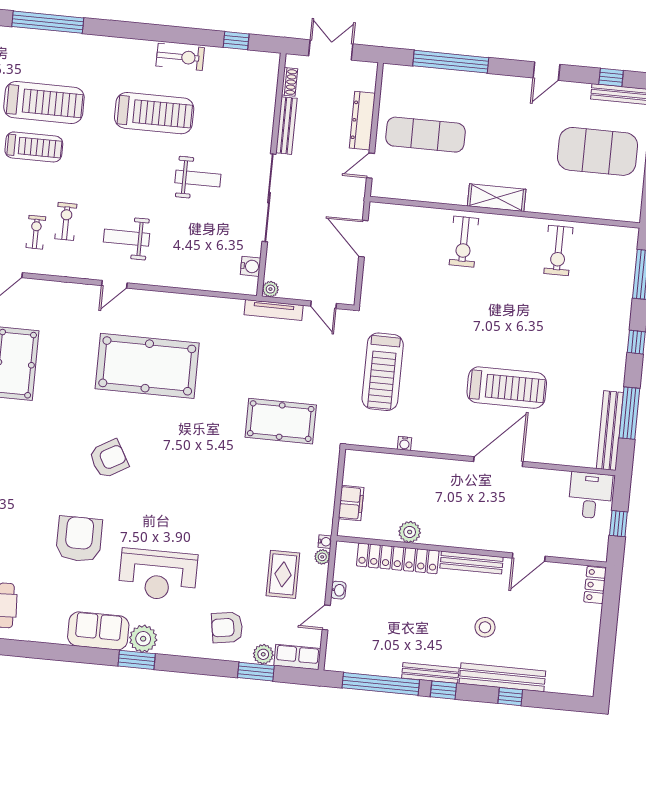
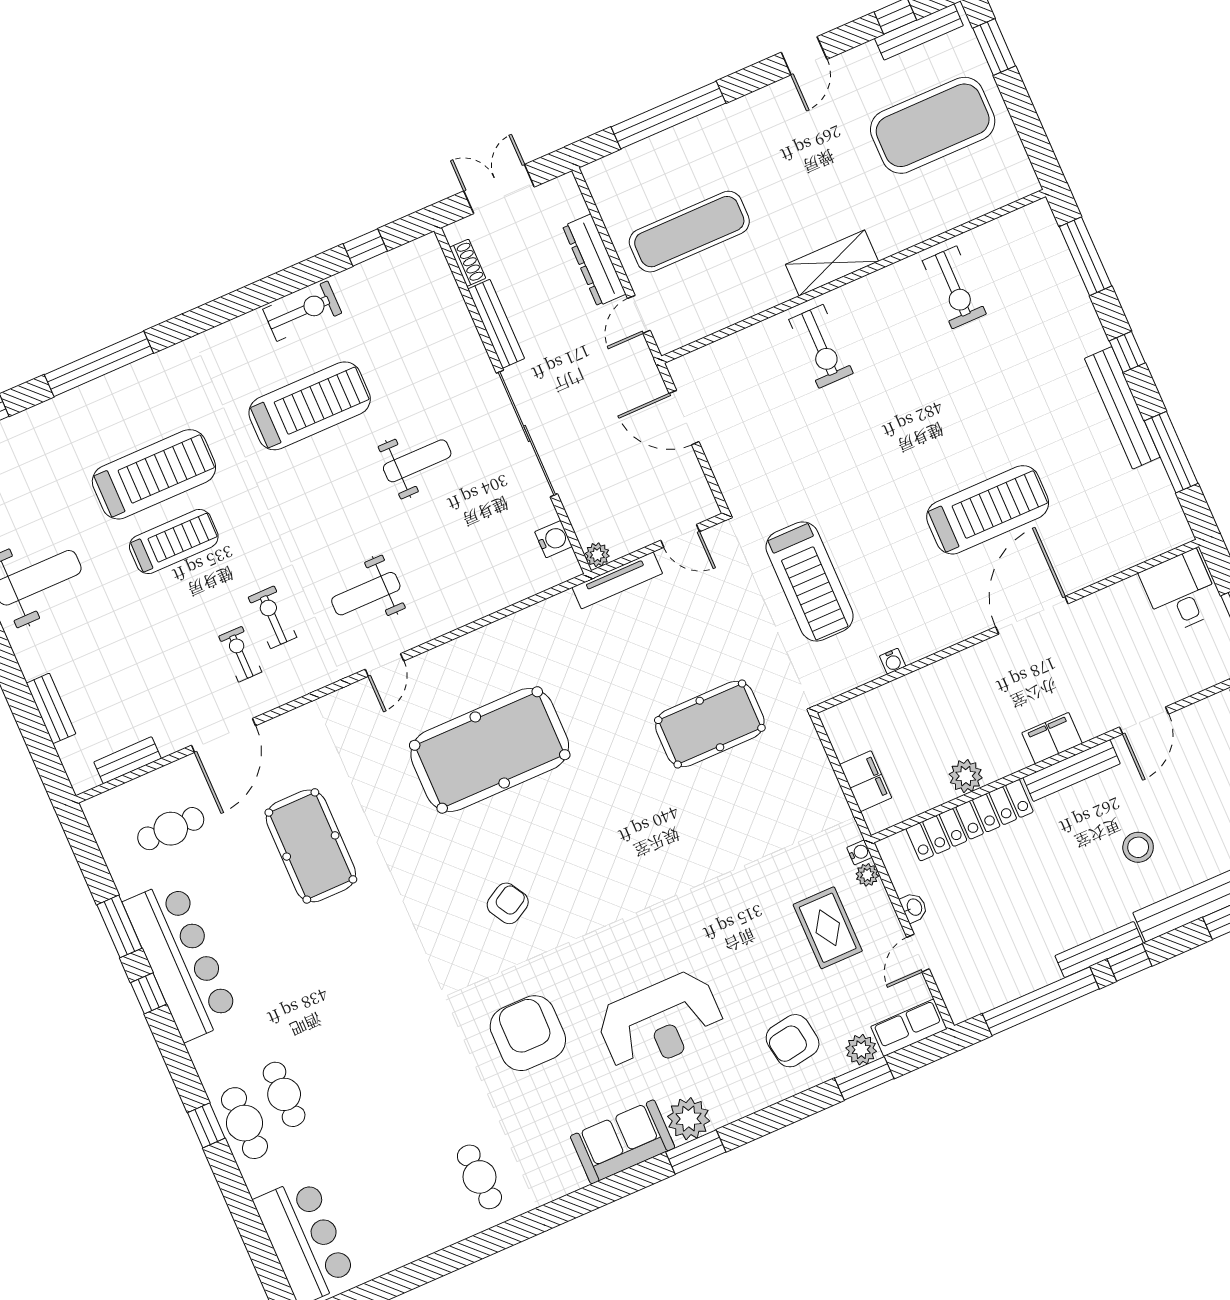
bench: (610, 431) -> (1122, 408), moved
armchair: (109, 459) -> (508, 903), width x0.72, depth x0.72
filing cabinet: (471, 538) -> (1052, 738), added

